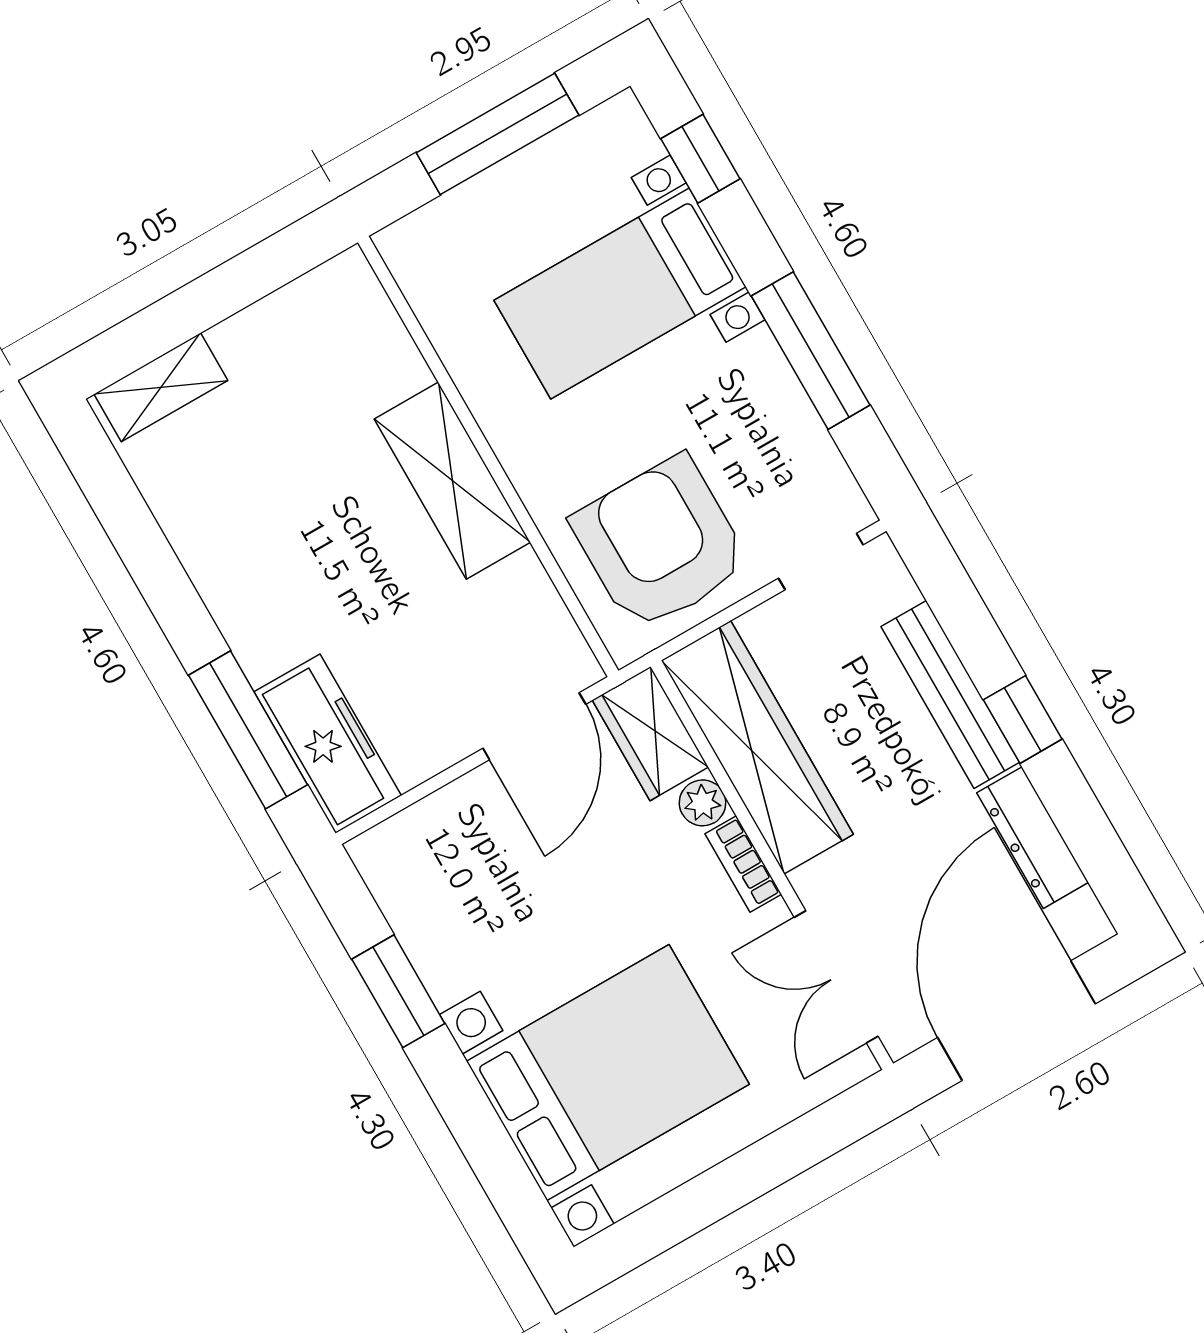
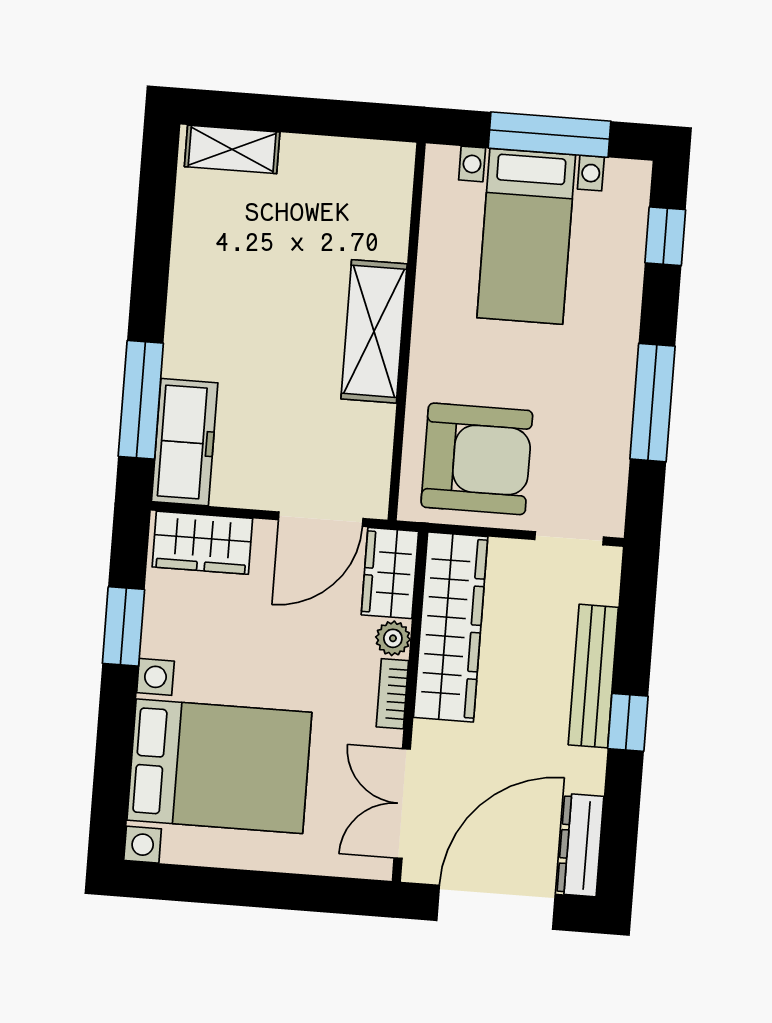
bed with nightstands: (620, 294) -> (526, 236), moved, turned -90
armchair: (660, 544) -> (477, 459), turned 90
dresser: (1033, 838) -> (580, 845), moved
wardrobe: (422, 840) -> (202, 543), added

